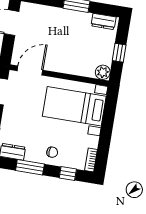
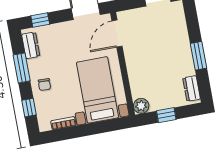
door: (30, 71) -> (117, 34), swing flipped
bookcase: (91, 160) -> (63, 123), moved

